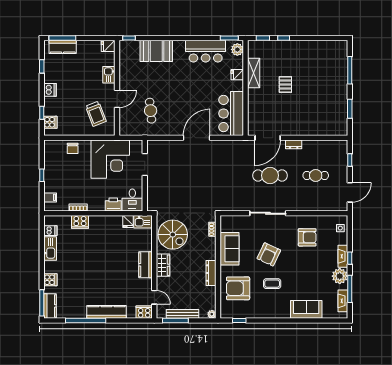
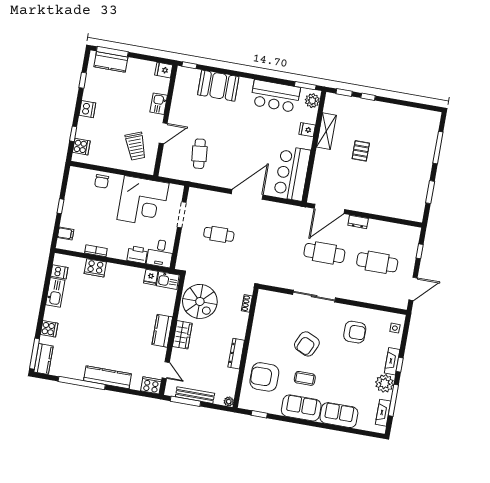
cafe table: (179, 175) -> (219, 234), added
cafe table: (316, 175) -> (377, 262), width x1.37, depth x1.35
sofa: (230, 249) -> (301, 408), moved, turned -90

